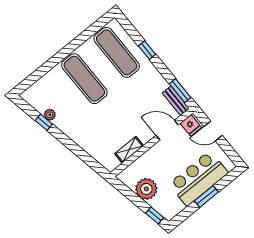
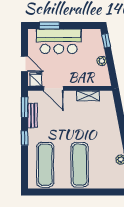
window: (147, 50) -> (25, 138), moved
bench: (176, 101) -> (33, 115), moved
plant: (146, 189) -> (102, 61), width x0.53, depth x0.53
window: (206, 196) -> (49, 25), moved

